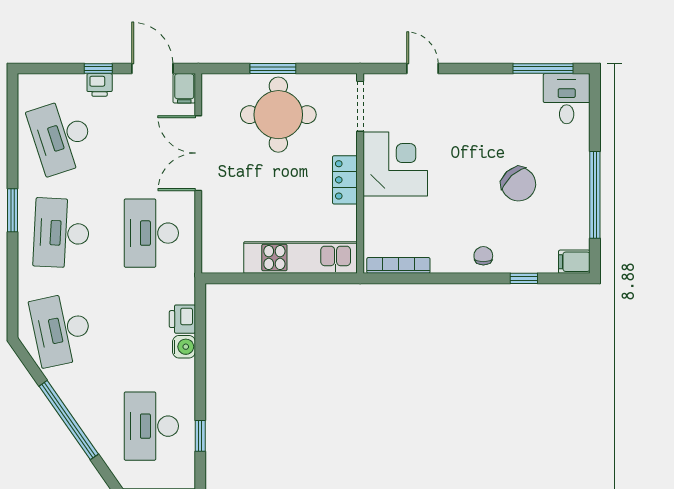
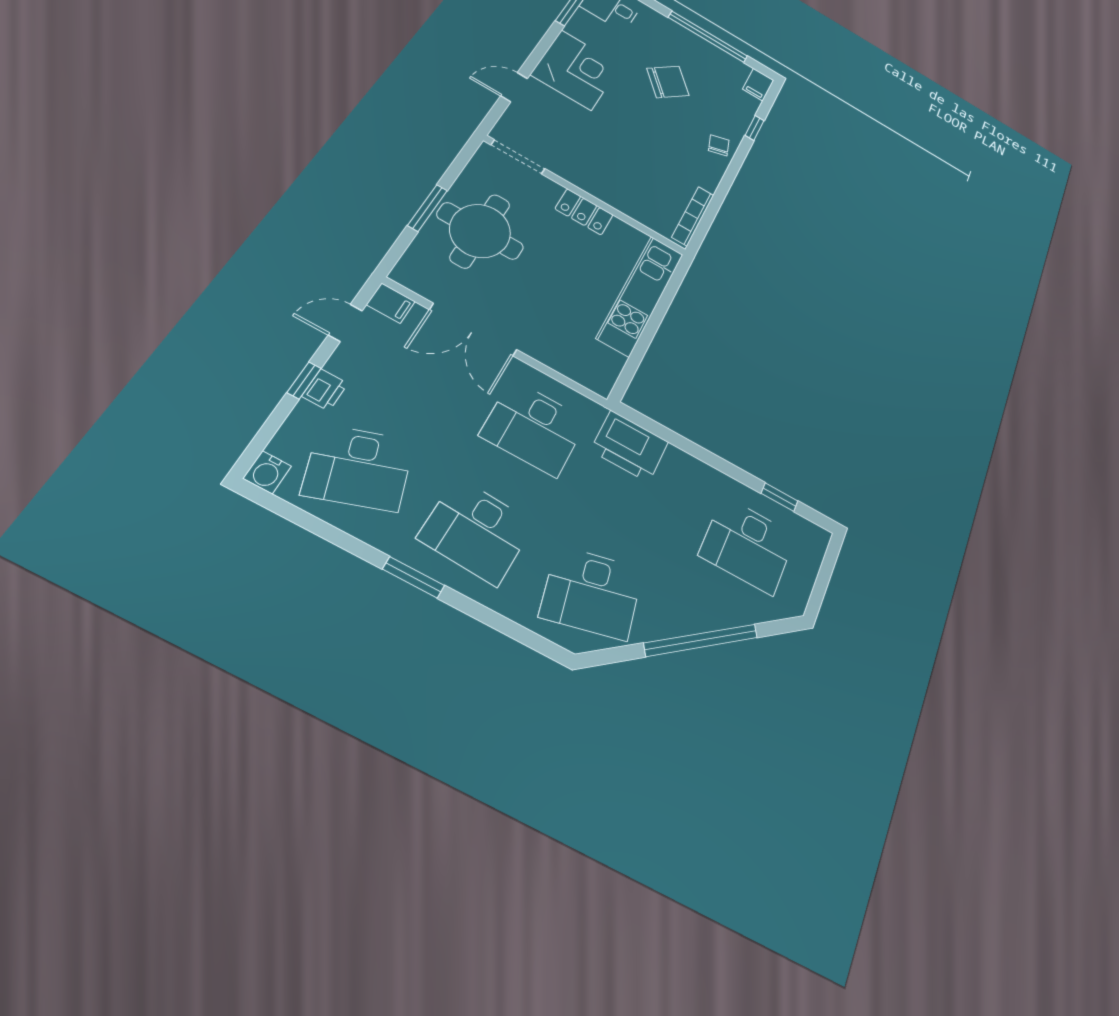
door: (152, 69) -> (345, 323), width x0.73
corner desk: (395, 164) -> (576, 70), moved, turned 90
chair: (483, 256) -> (719, 145), turned 73
printer: (182, 319) -> (630, 446), width x1.87, depth x1.48
water cooler: (184, 347) -> (267, 472), moved, turned 180

